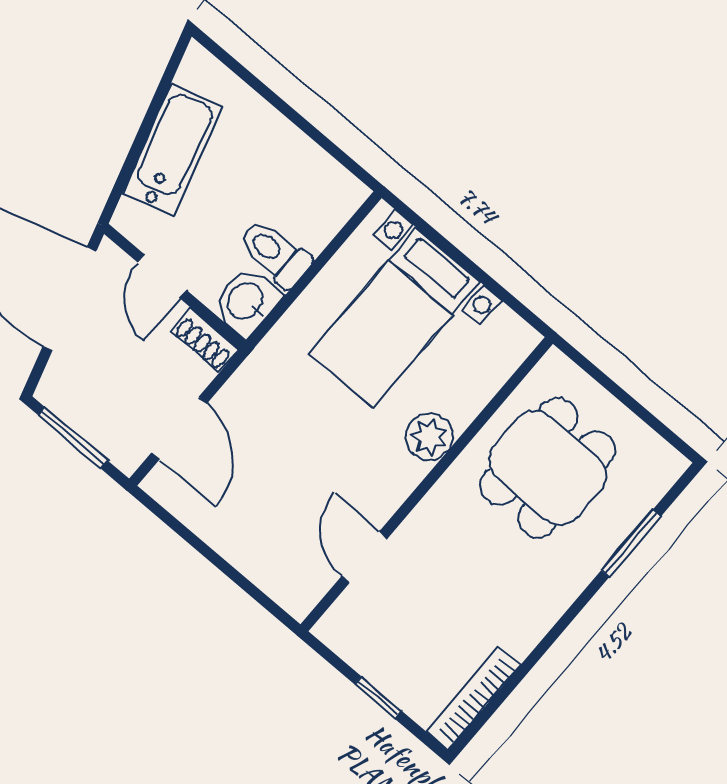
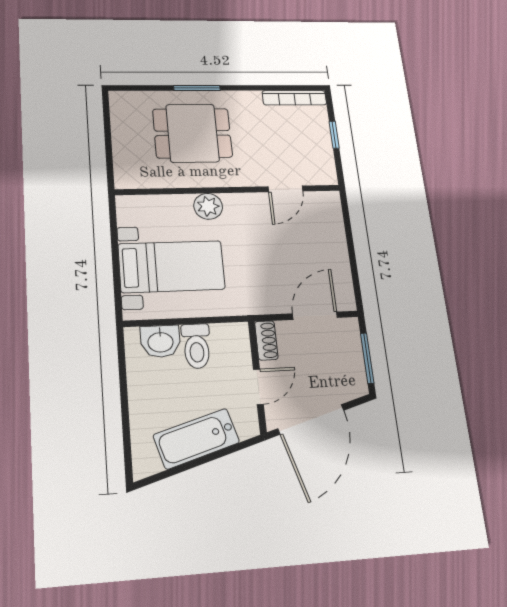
washbasin: (246, 302) -> (160, 341), moved
dining table: (548, 468) -> (193, 133), moved
window: (631, 543) -> (197, 88), moved

